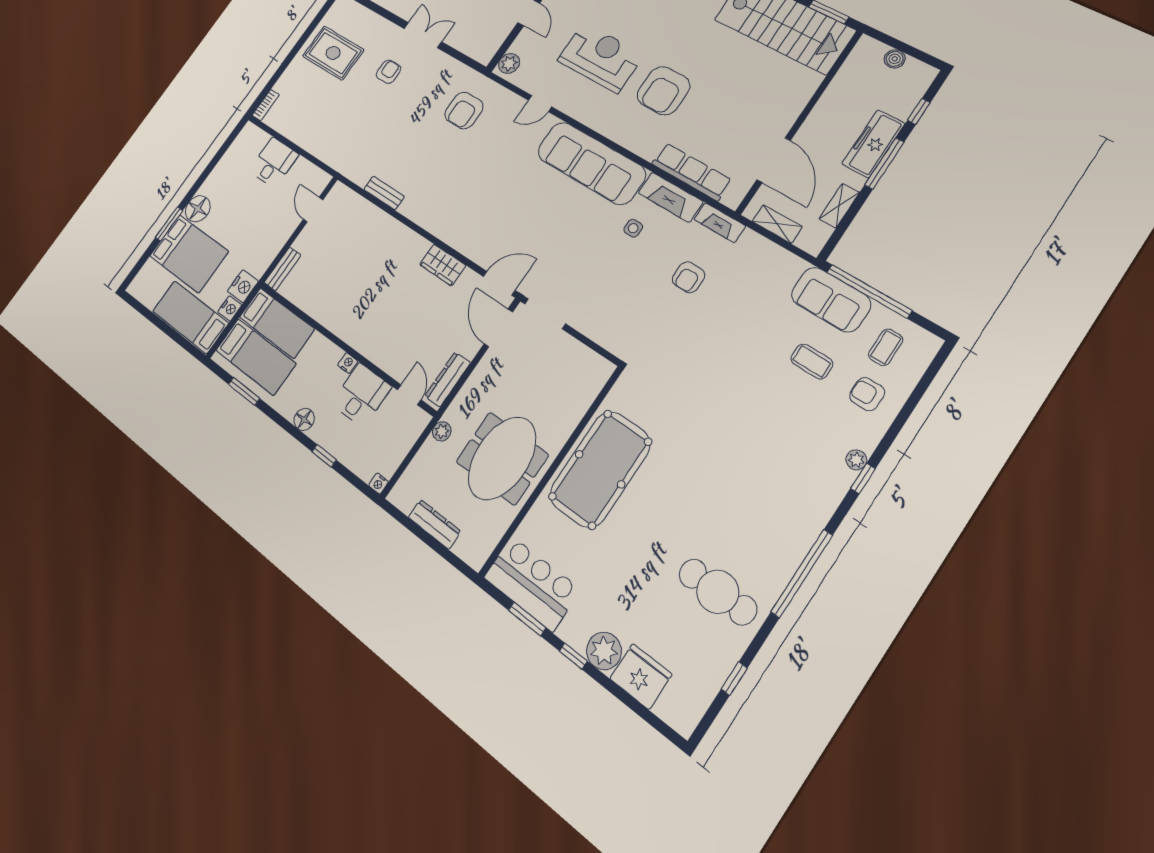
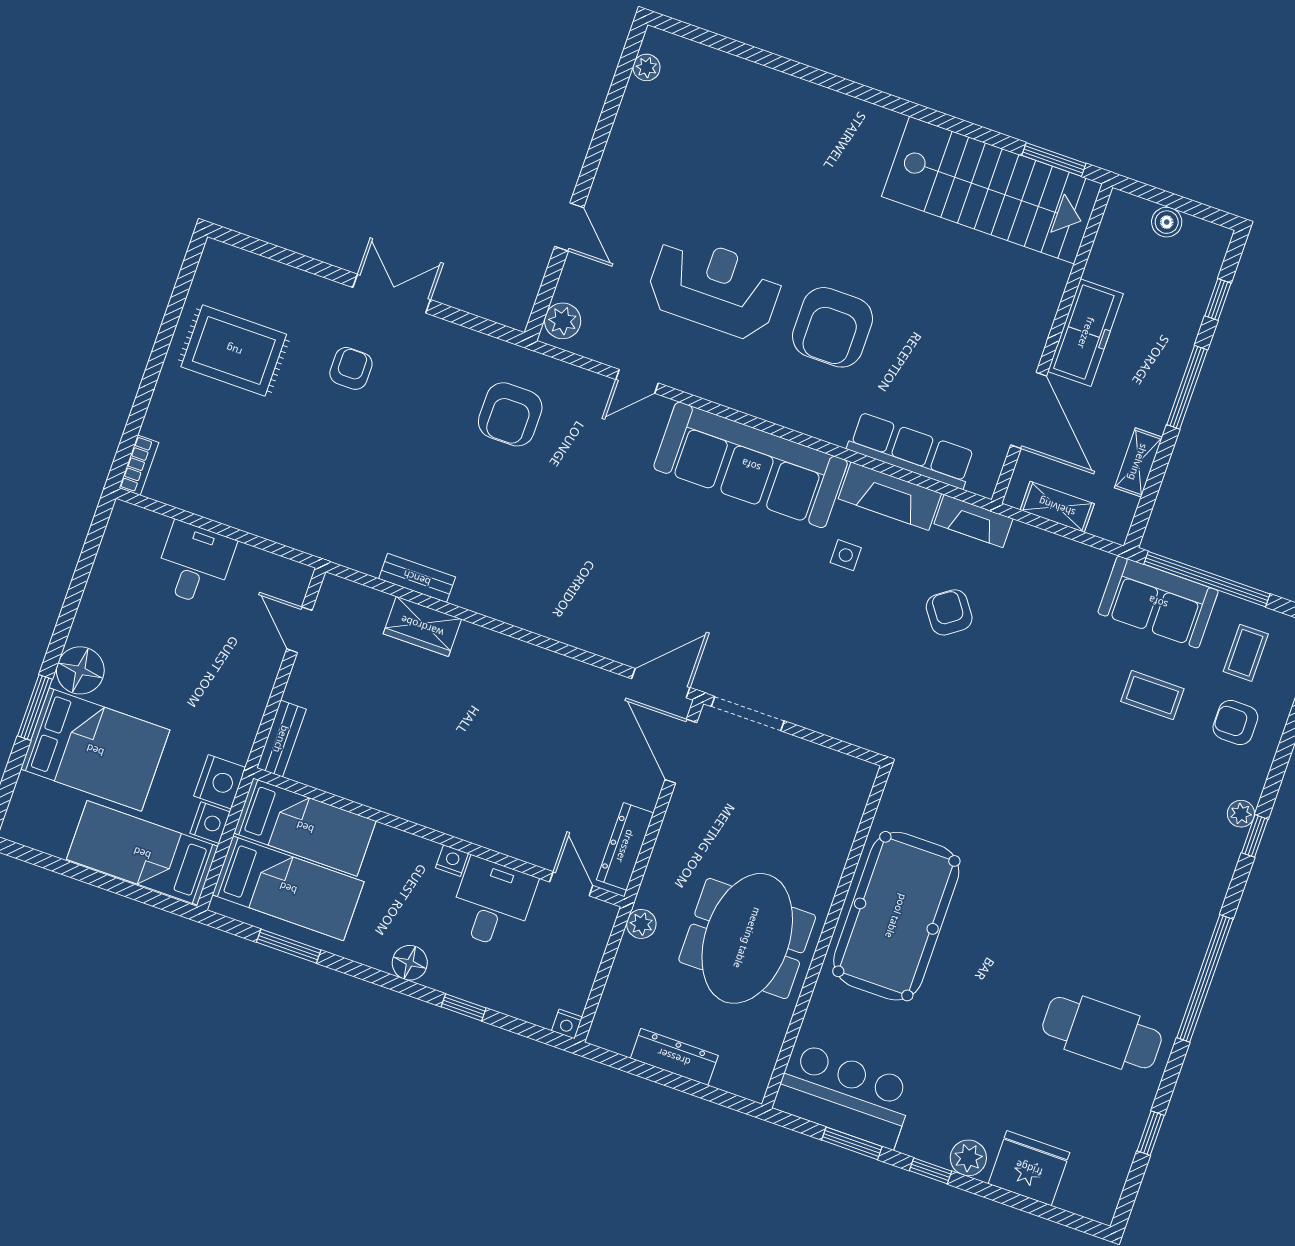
freezer: (873, 144) -> (1086, 333), moved, turned 180
wardrobe: (443, 265) -> (422, 626), moved
armchair: (689, 277) -> (949, 612), turned 144
plant: (604, 651) -> (968, 1158), width x0.73, depth x0.73

